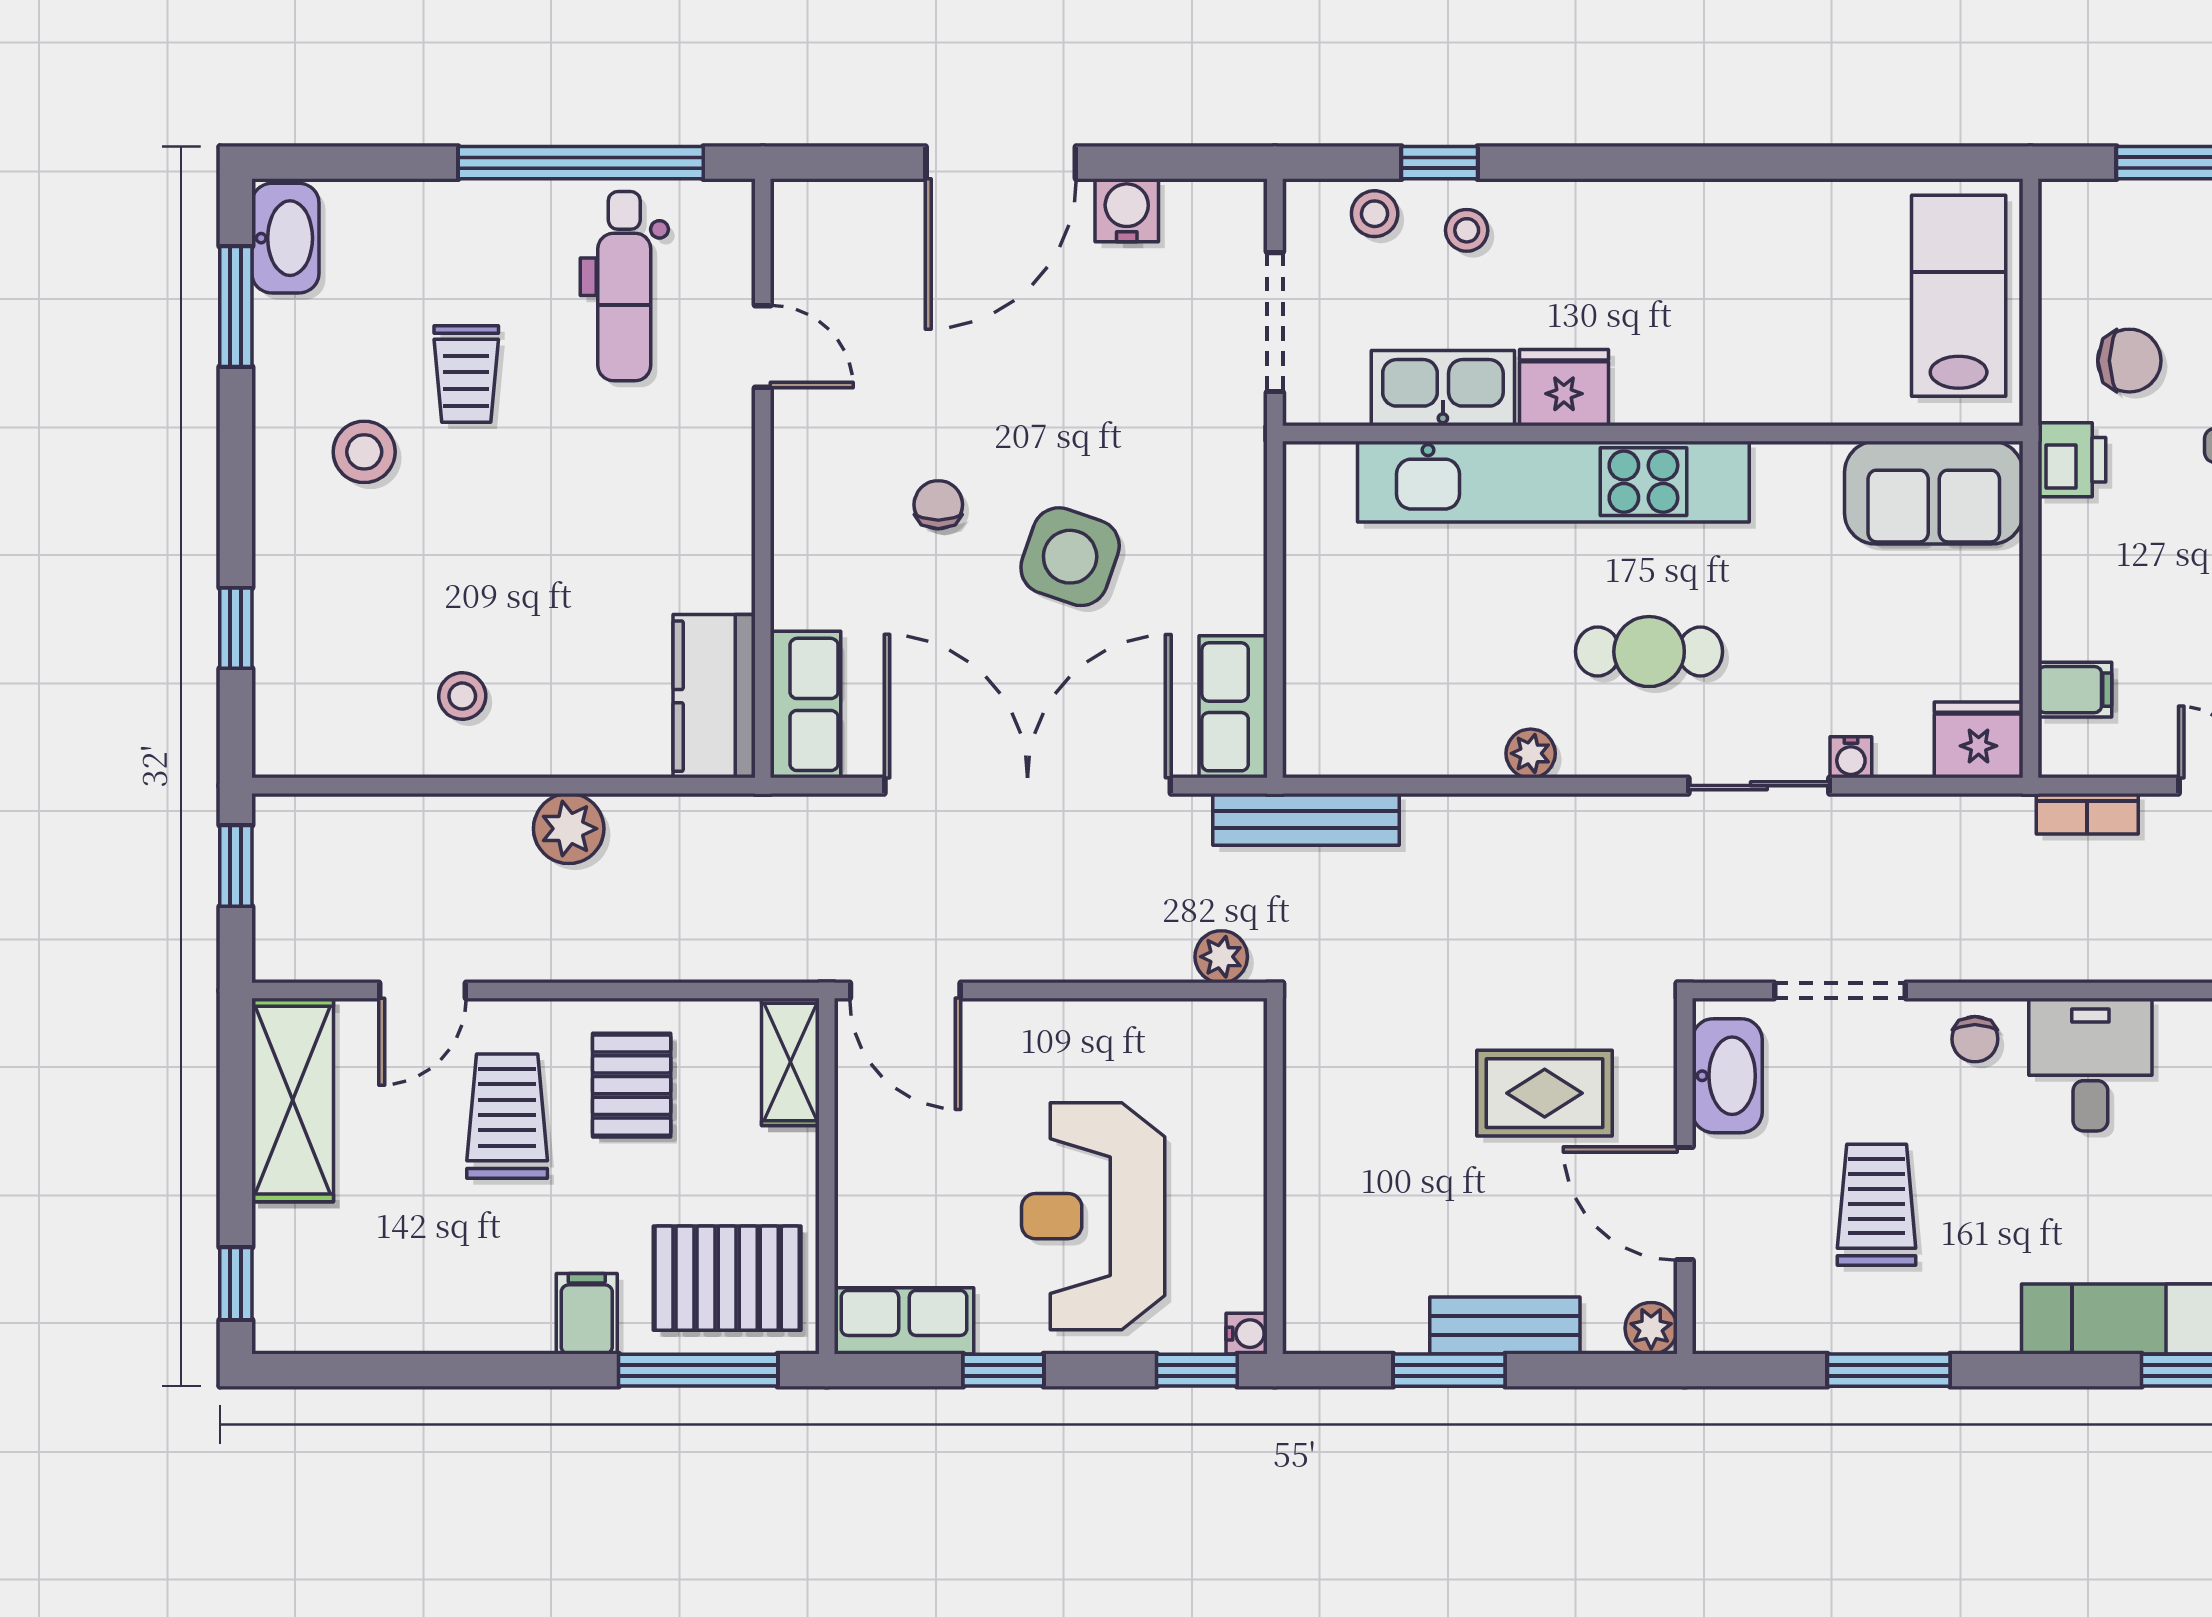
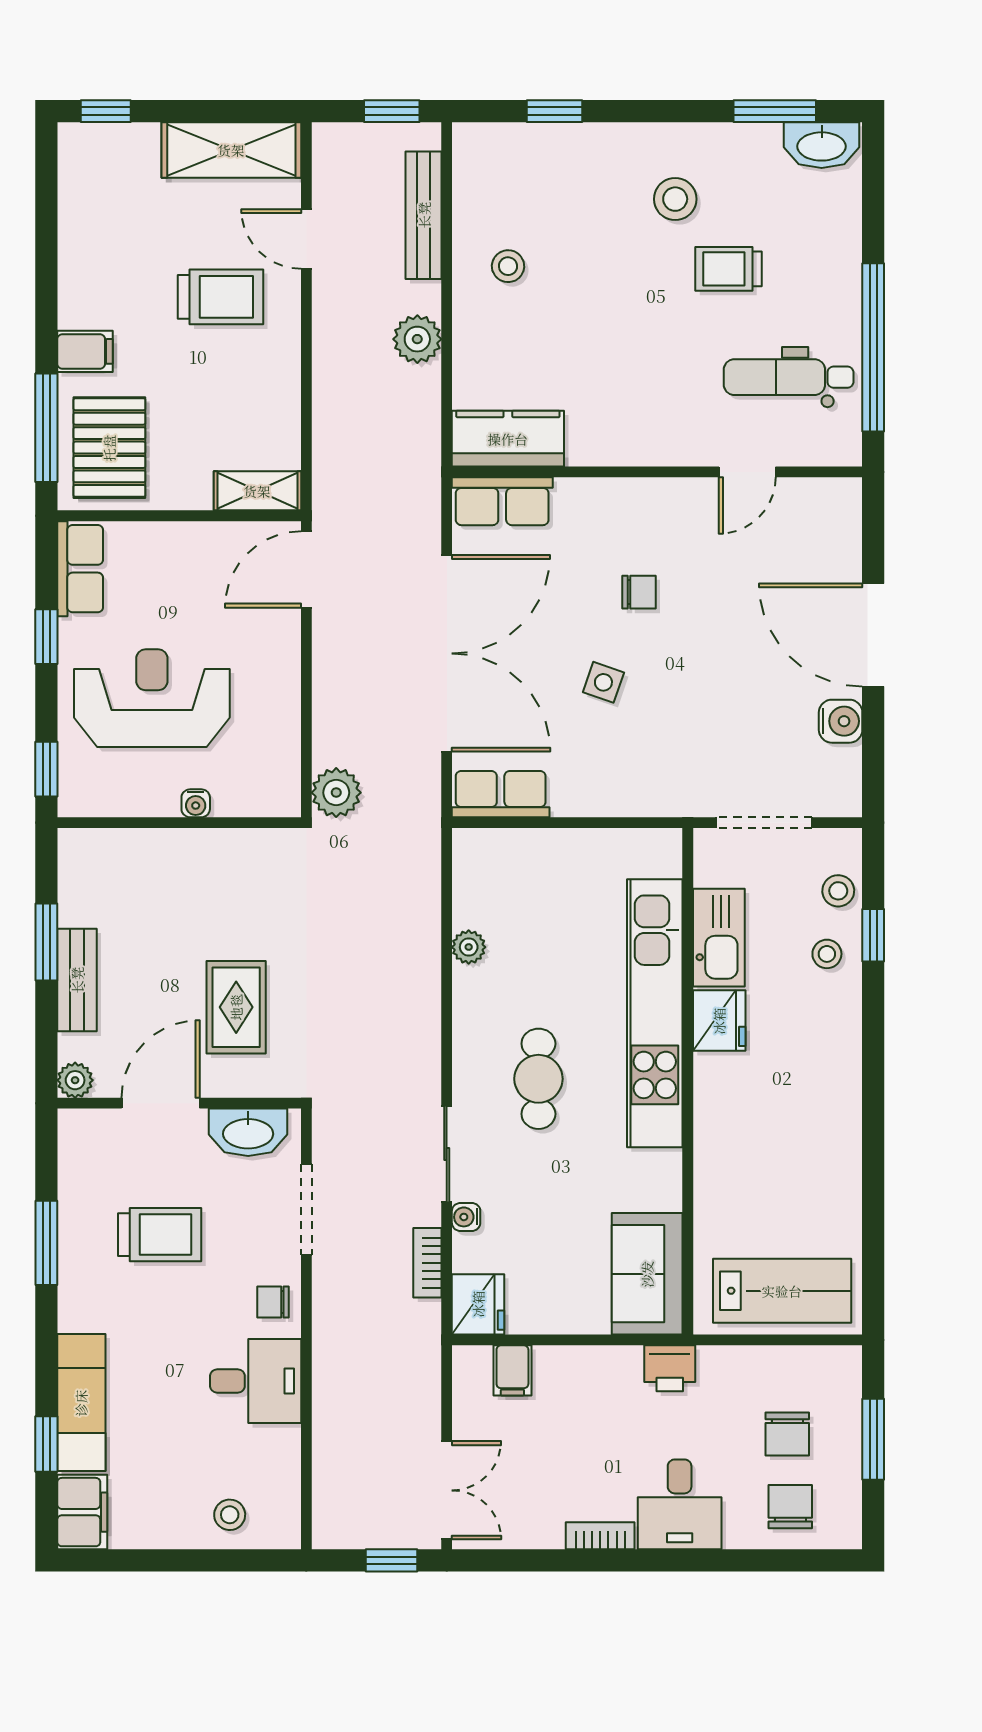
chair: (2129, 361) -> (787, 1434), moved
side table: (1070, 557) -> (603, 682), width x0.54, depth x0.54
plant: (1531, 753) -> (469, 947), moved
bookcase: (2087, 814) -> (427, 1263), moved
bench: (1306, 819) -> (424, 215), moved
plant: (1221, 957) -> (336, 793), width x1.38, depth x1.38
pallet: (632, 1085) -> (242, 382), removed
water cooler: (1247, 1334) -> (196, 803), moved

